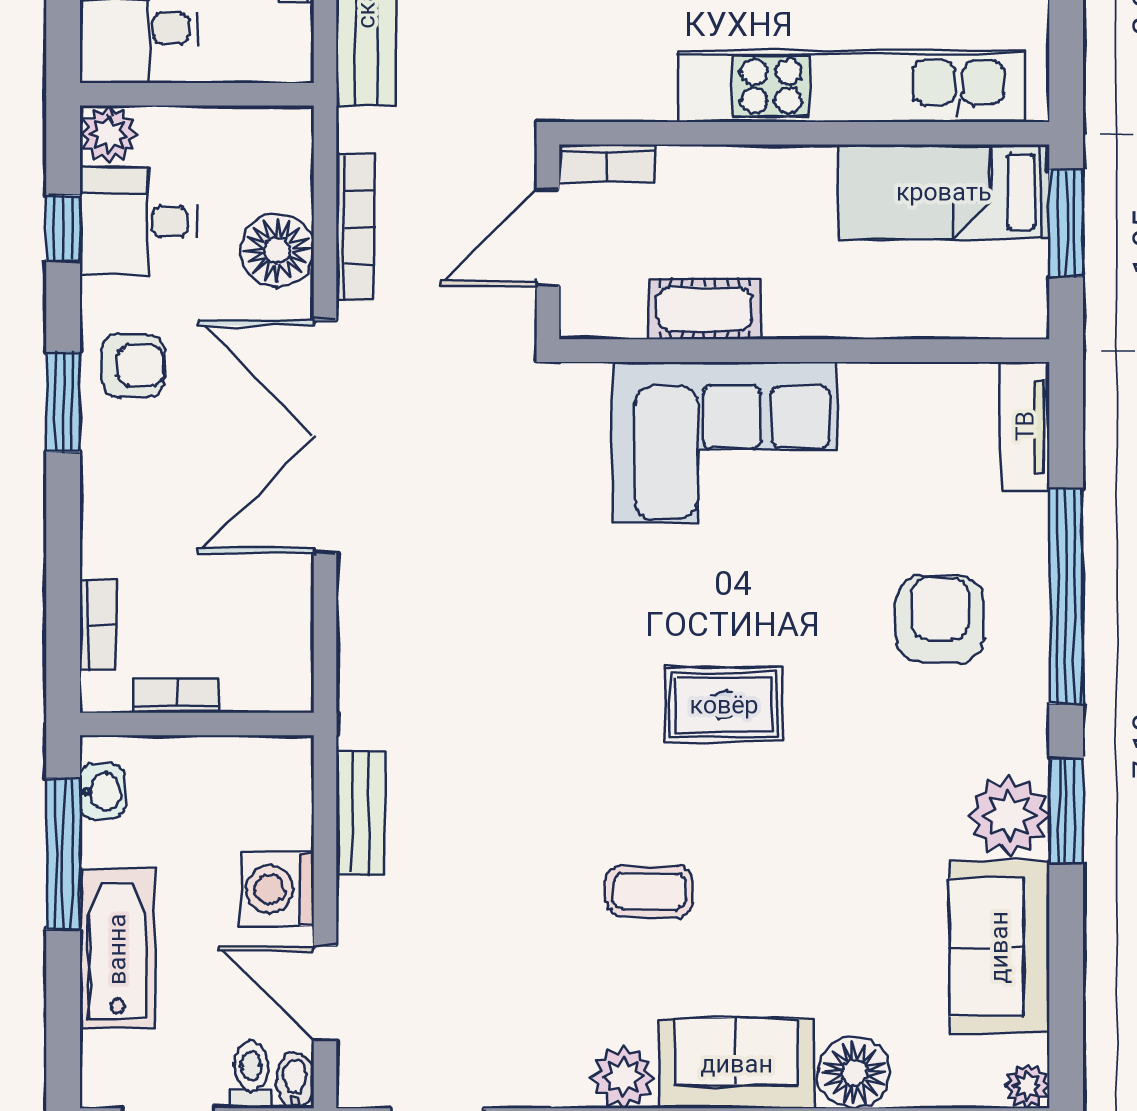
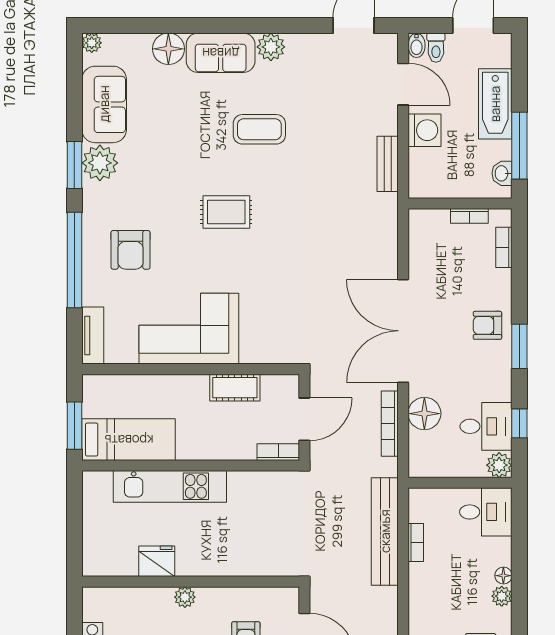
kitchen unit: (851, 86) -> (170, 486), width x0.73
armchair: (133, 366) -> (487, 325), moved
double door: (325, 437) -> (403, 331), swing flipped
corner sofa: (725, 442) -> (189, 329), moved
coffee table: (649, 891) -> (259, 129), width x1.36, depth x1.30

